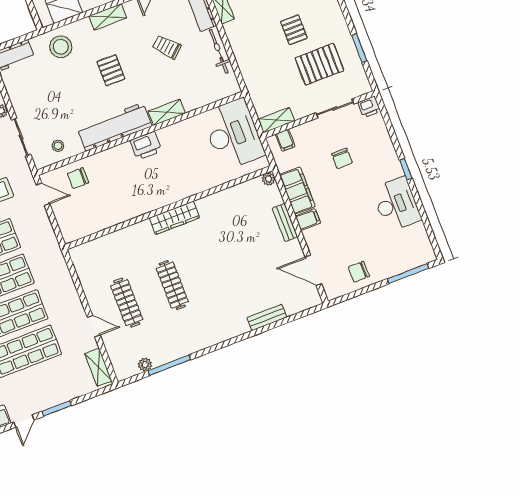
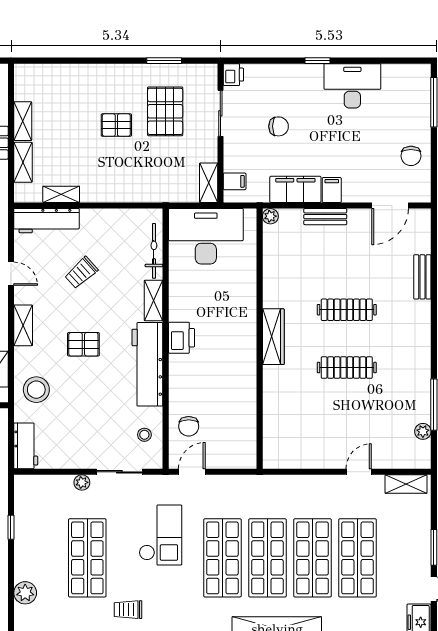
bicycle: (219, 51) -> (154, 251), moved, turned 90
clothes rail: (127, 303) -> (347, 310), moved

